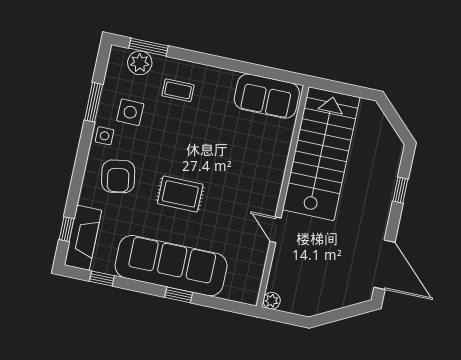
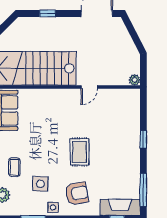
side table: (130, 112) -> (40, 184), moved
sofa: (171, 266) -> (126, 148), removed
window: (102, 279) -> (143, 190), width x2.17

